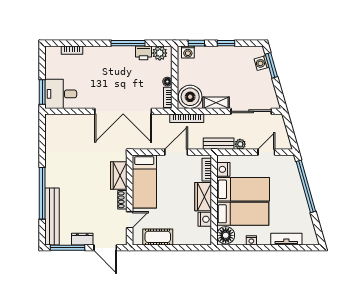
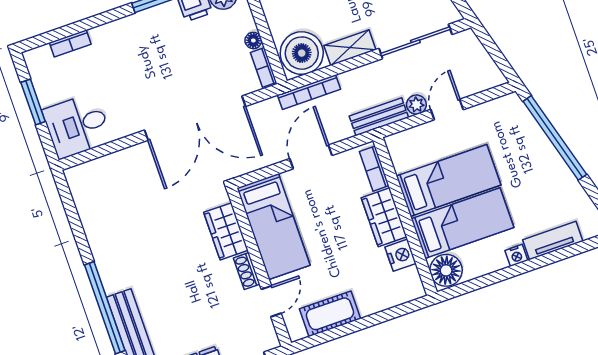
window: (42, 92) -> (33, 102), moved
door: (266, 152) -> (447, 109), moved
nightstand: (223, 169) -> (402, 158), removed
nightstand: (251, 240) -> (516, 255), moved

